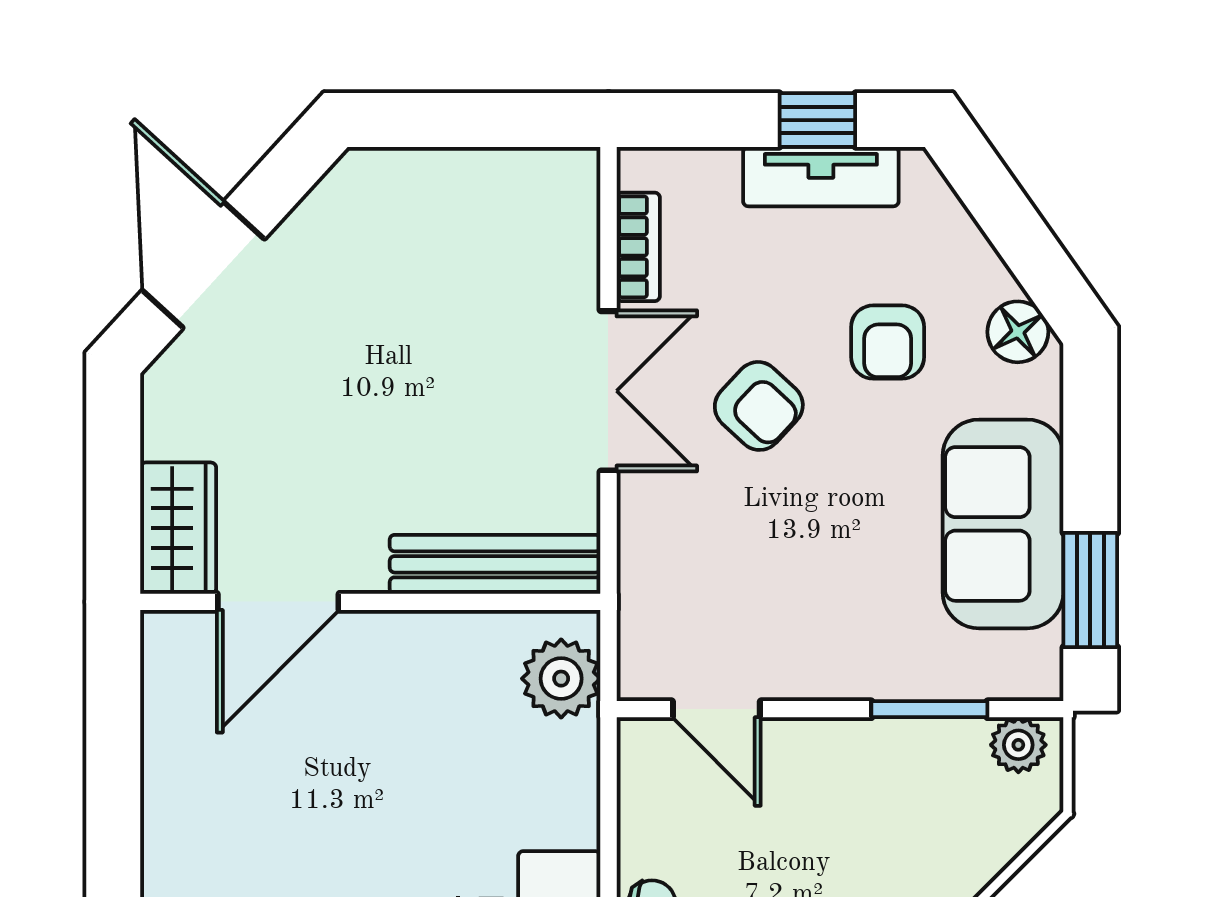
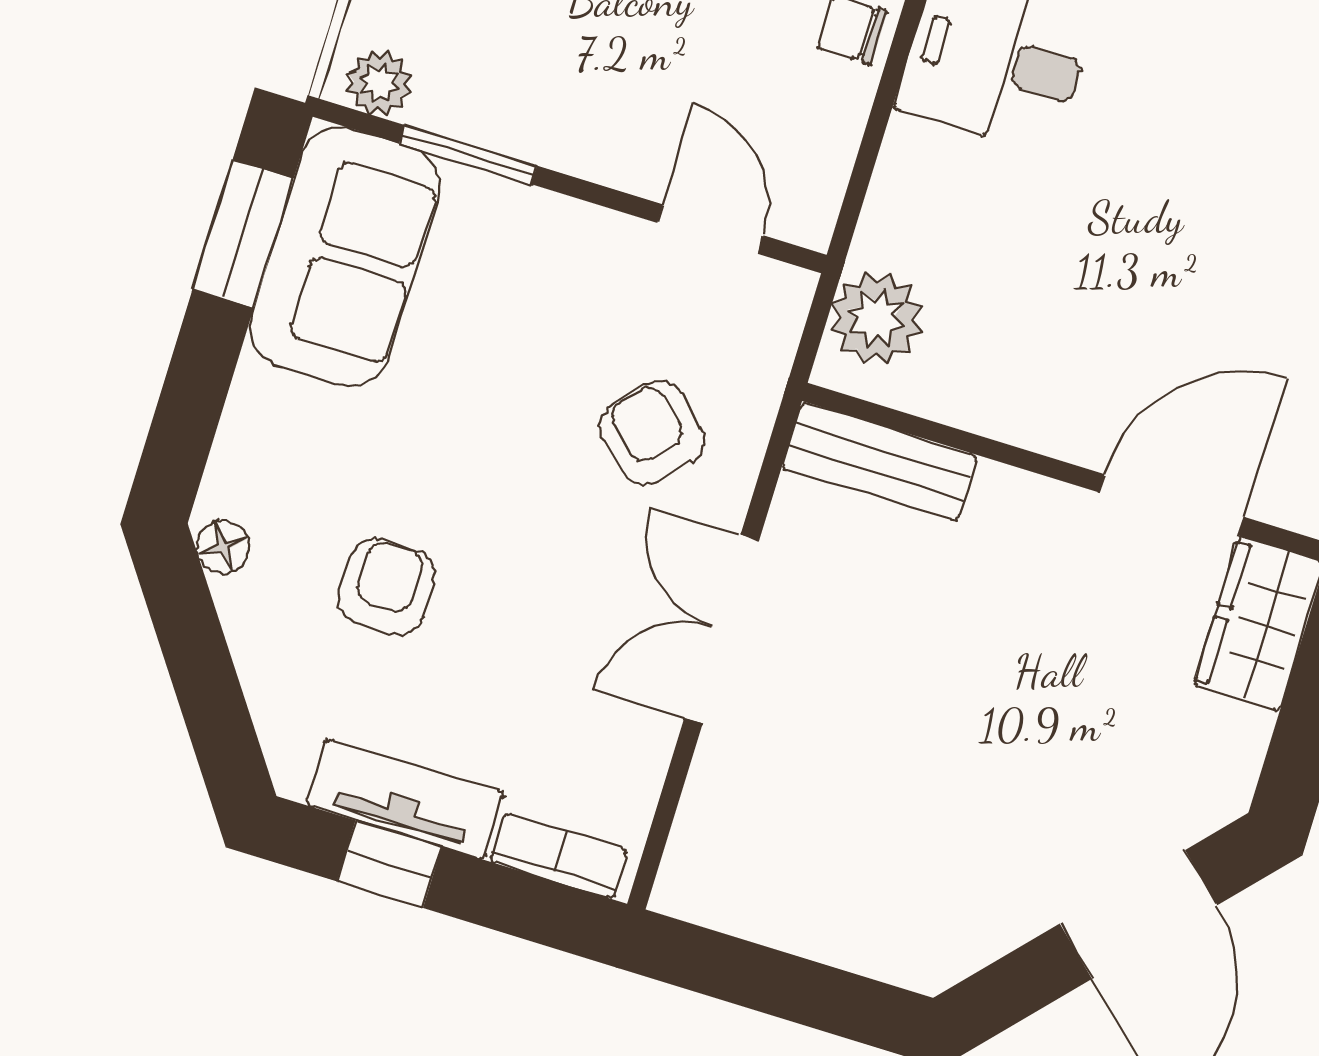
bookcase: (638, 247) -> (559, 856), moved, turned 90
floor lamp: (1018, 332) -> (223, 547), width x0.73, depth x0.73
armchair: (759, 406) -> (652, 433), moved
sofa: (1003, 524) -> (345, 257), moved
bench: (495, 564) -> (879, 462), width x0.73

